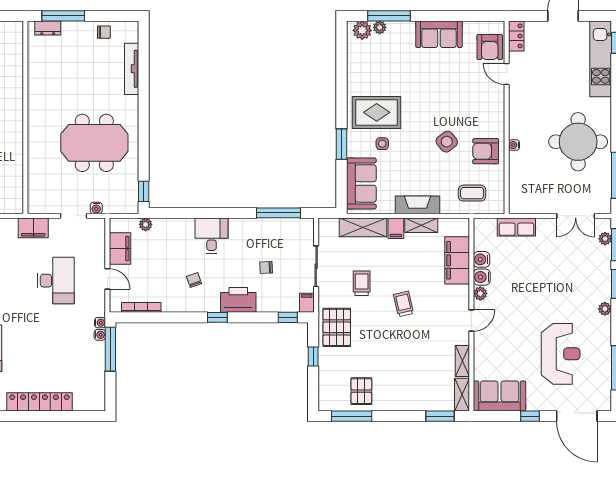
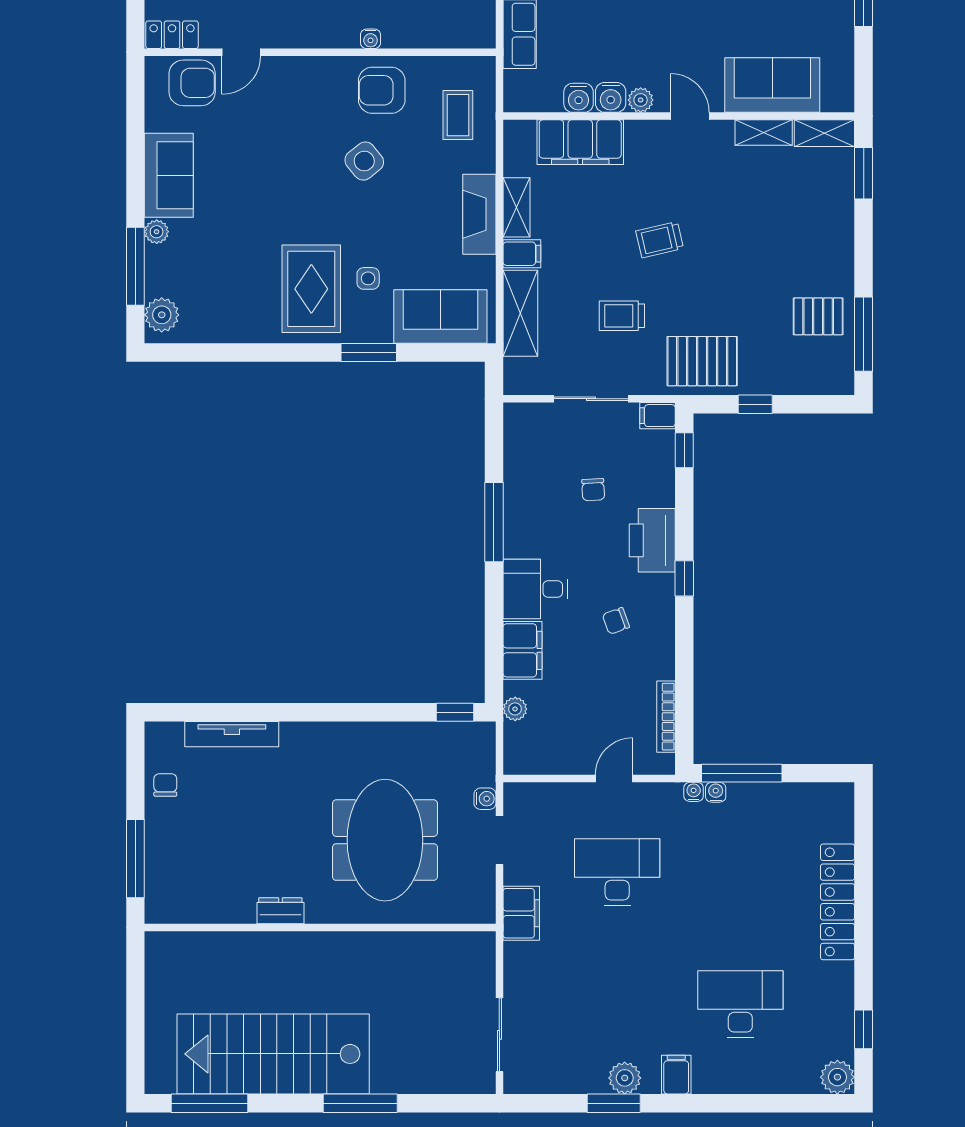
plant: (380, 27) -> (157, 232), moved
dresser: (48, 28) -> (280, 911), moved, turned -90
meeting table: (94, 143) -> (385, 840), moved
armchair: (486, 151) -> (382, 90), turned 90
window: (279, 213) -> (494, 522), moved
filing cabinet: (120, 249) -> (522, 650), moved, turned 90
sofa: (500, 396) -> (772, 85), moved, turned 90

